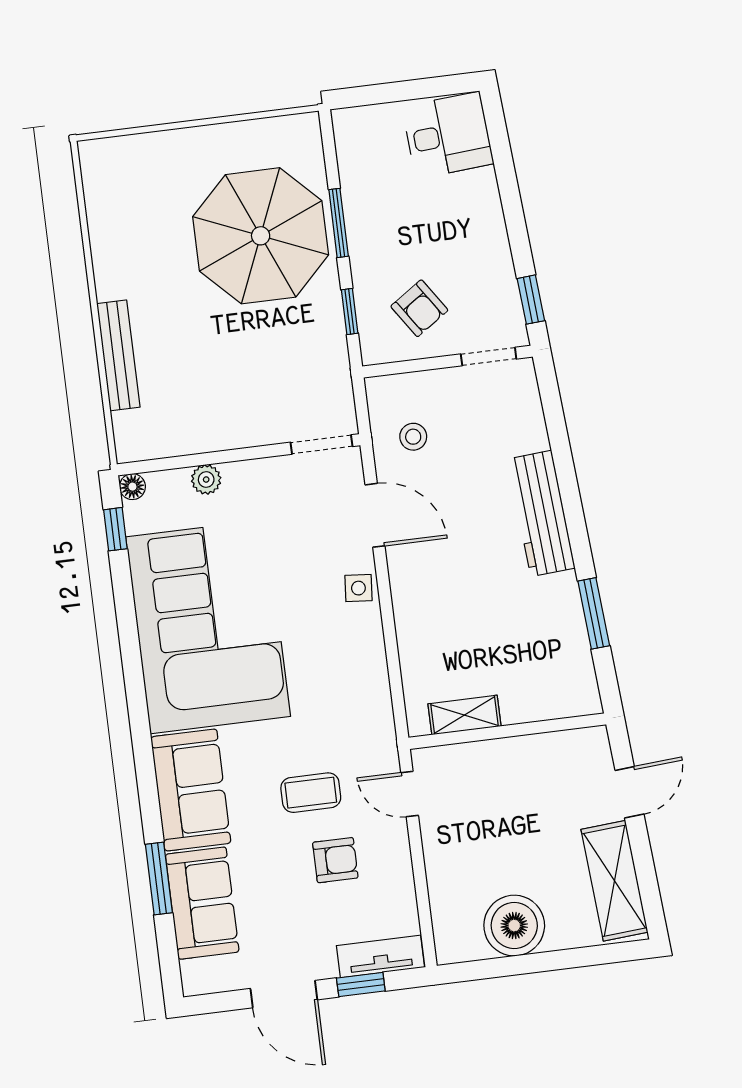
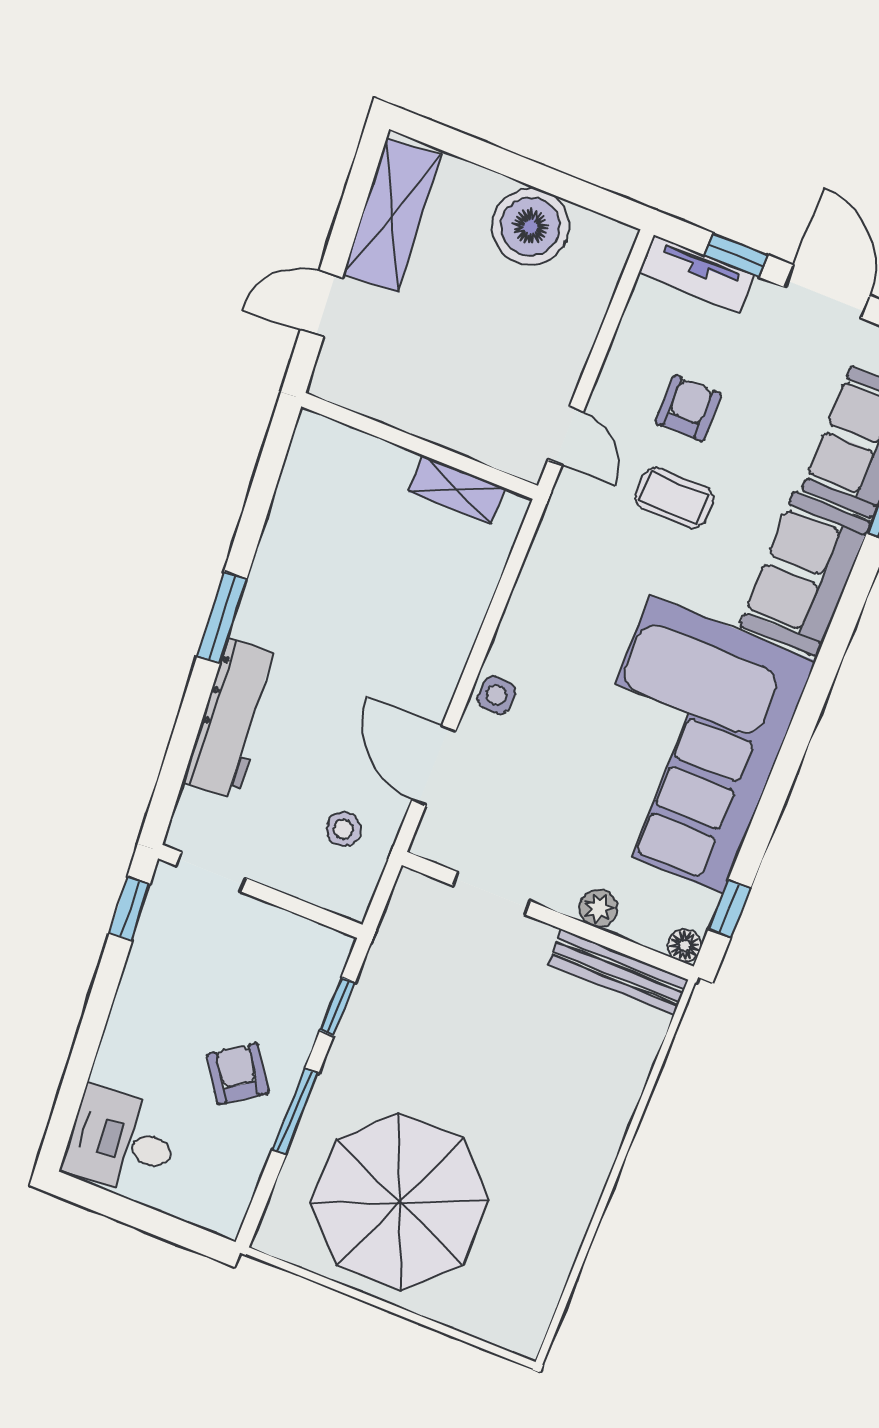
parasol: (261, 236) -> (400, 1202), moved
armchair: (419, 308) -> (237, 1074), moved
bench: (118, 355) -> (618, 972), moved, turned 90
doorway: (322, 444) -> (491, 893), moved
workbench: (541, 513) -> (232, 719), moved
window: (594, 613) -> (222, 617), moved
armchair: (335, 860) -> (688, 408), turned 90

